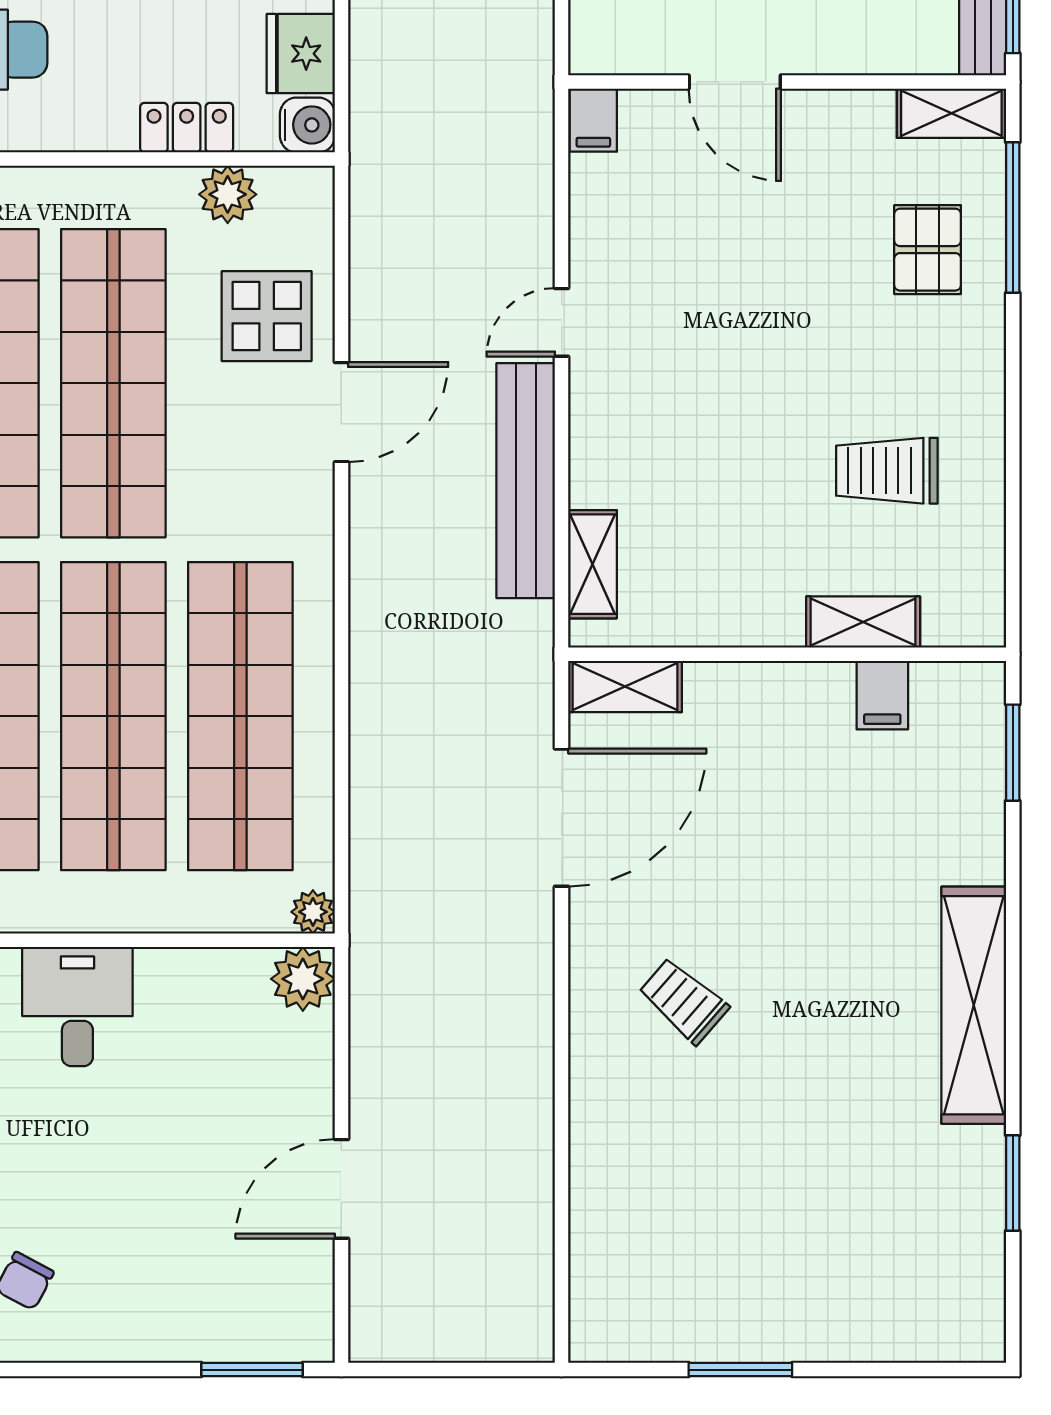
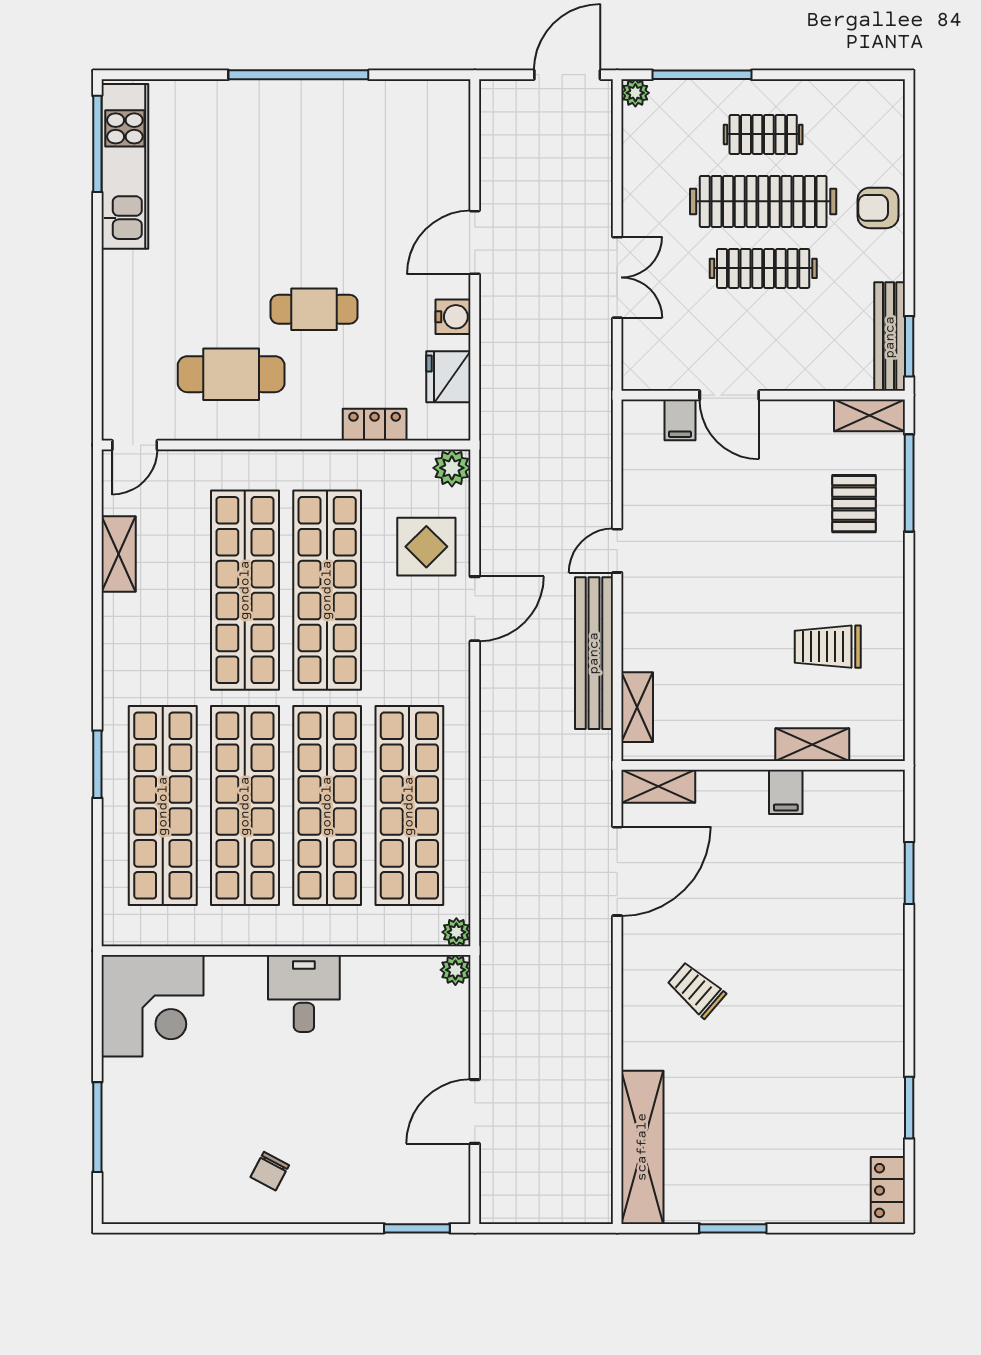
filing cabinet: (593, 120) -> (680, 420), moved
water cooler: (307, 125) -> (453, 423), removed
plant: (228, 194) -> (452, 468), moved
filing cabinet: (882, 695) -> (786, 792), moved
window: (1013, 753) -> (909, 873), moved
plant: (303, 979) -> (455, 970), width x0.73, depth x0.73
shelving: (974, 1005) -> (642, 1147), moved
locker: (980, 1311) -> (888, 1191), added

